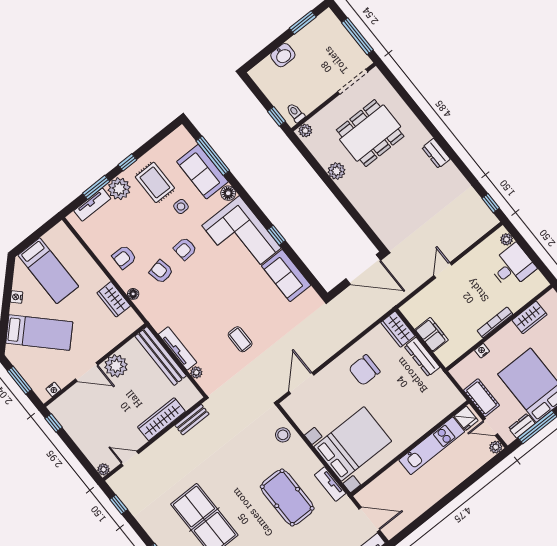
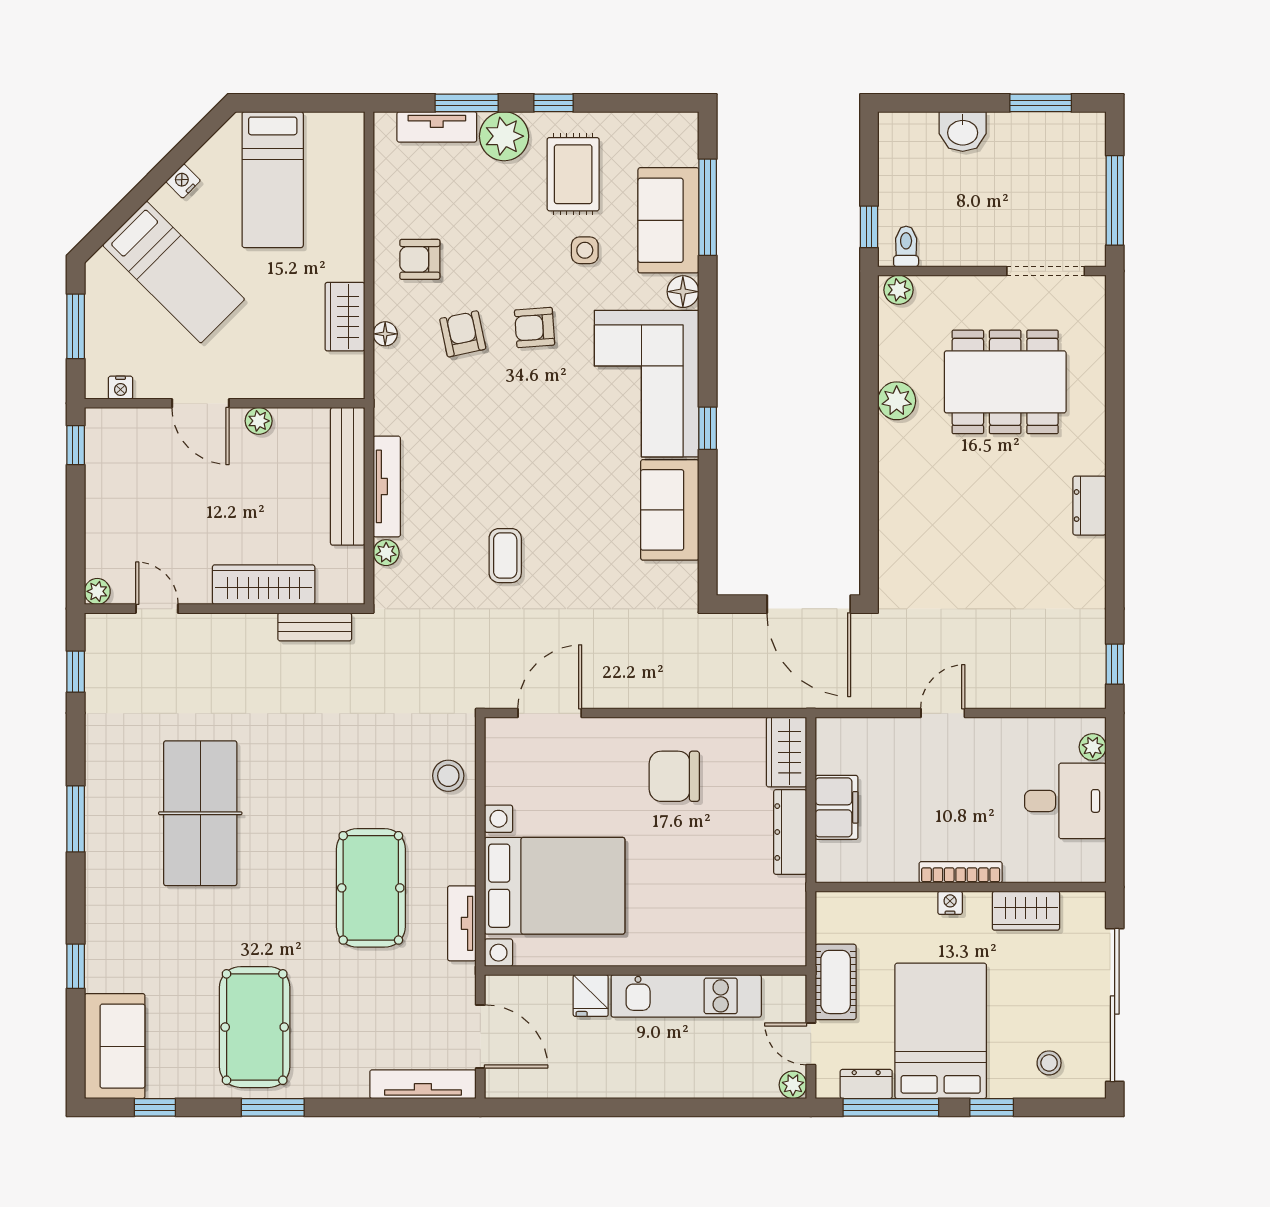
nightstand: (482, 351) -> (950, 903), moved
plant: (116, 366) -> (259, 421), width x0.53, depth x0.53
fridge: (466, 418) -> (591, 996), moved

